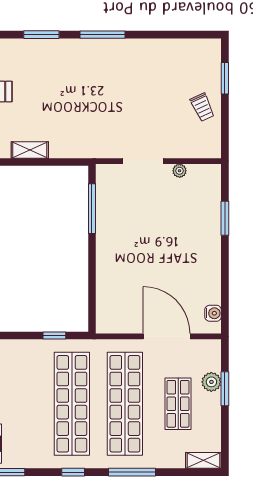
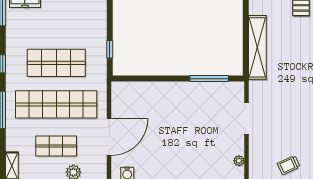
shelving: (30, 150) -> (257, 47), width x2.20, depth x1.33
plant: (180, 171) -> (239, 161), moved
shop shelf: (72, 404) -> (56, 63), width x0.71

